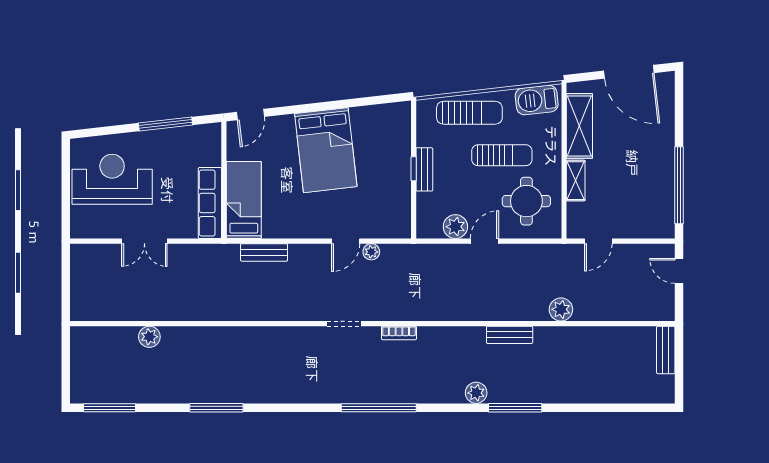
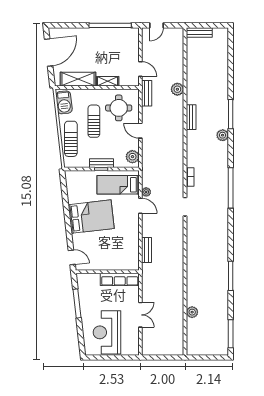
bed: (244, 200) -> (118, 185), moved
plant: (455, 227) -> (132, 157), moved
bench: (553, 253) -> (147, 93), added

